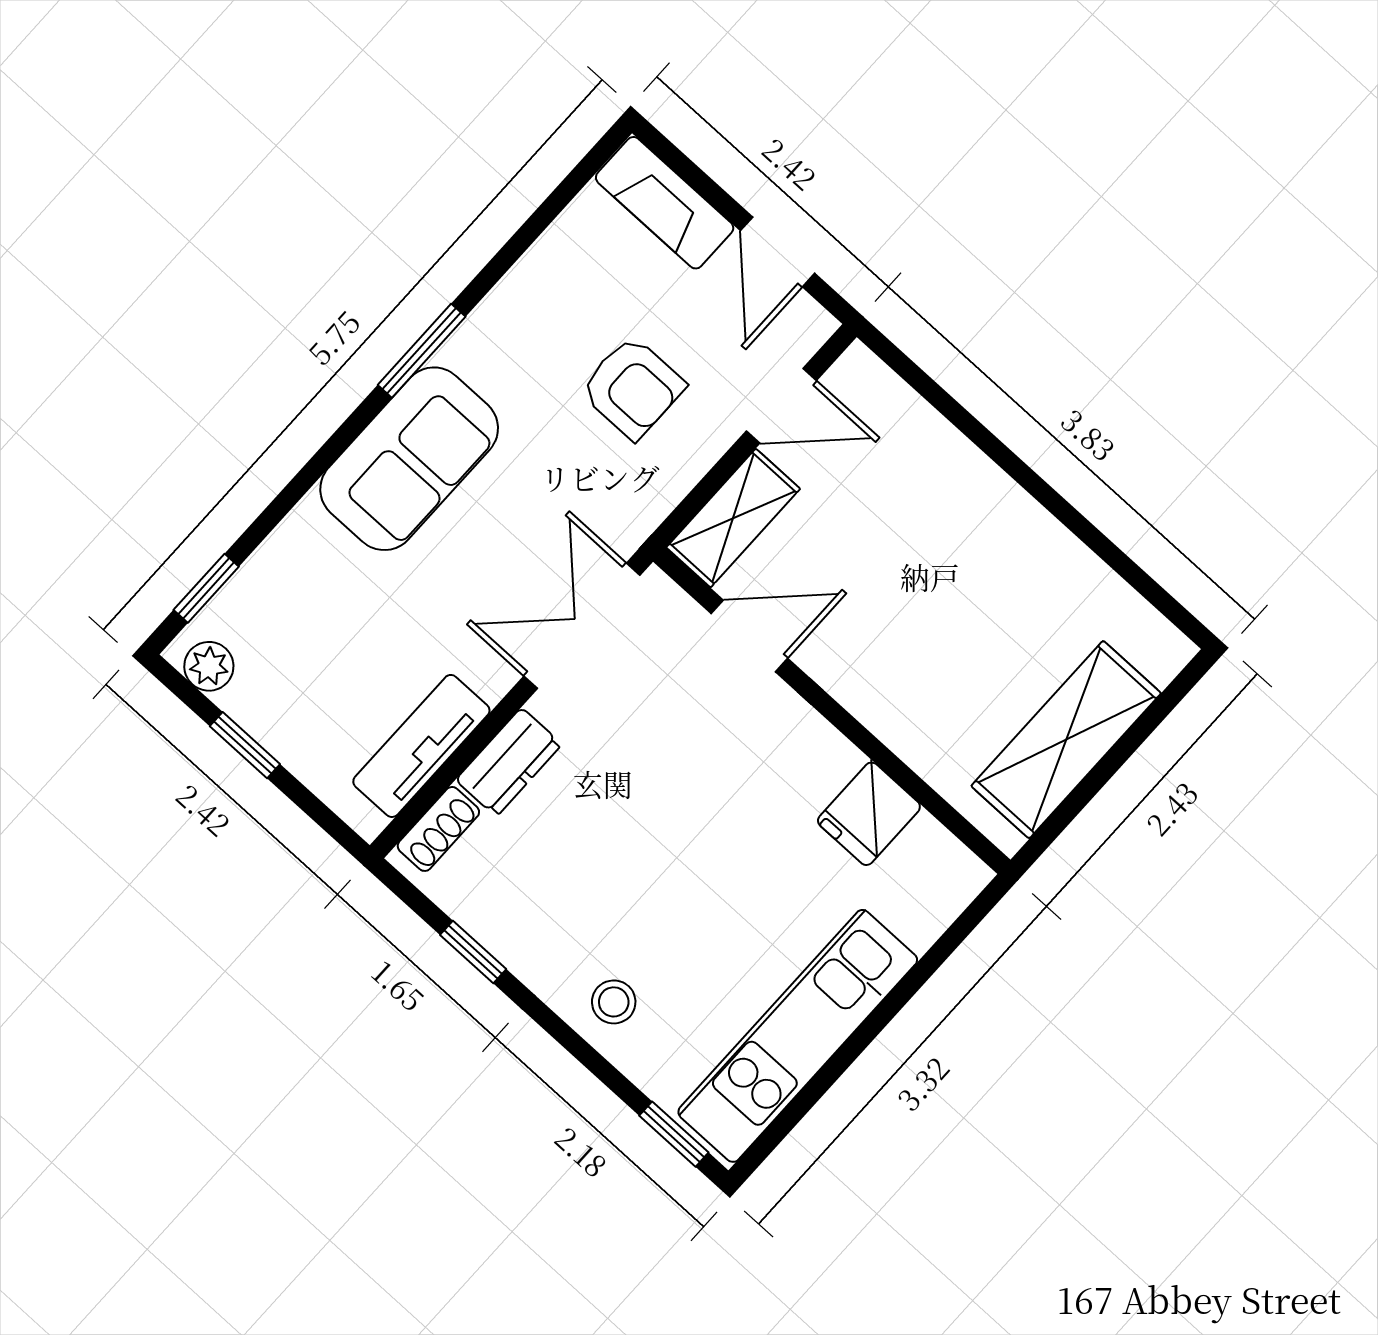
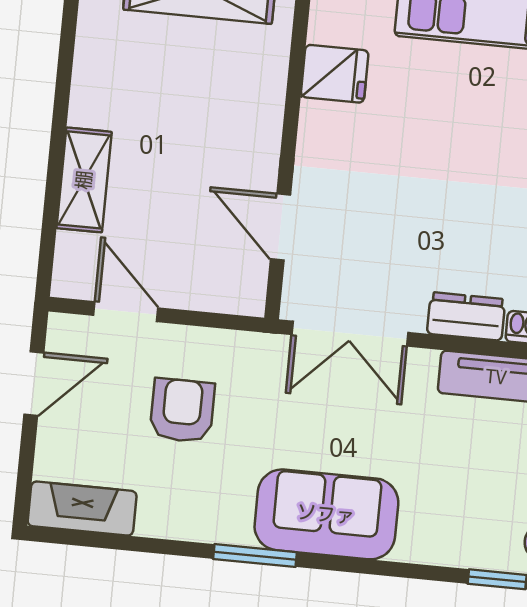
fireplace: (665, 203) -> (82, 509), moved, turned -90
shelving: (733, 518) -> (84, 180), moved, turned 90

